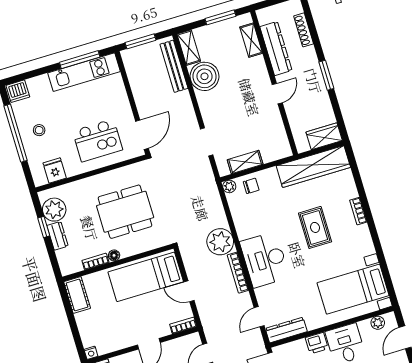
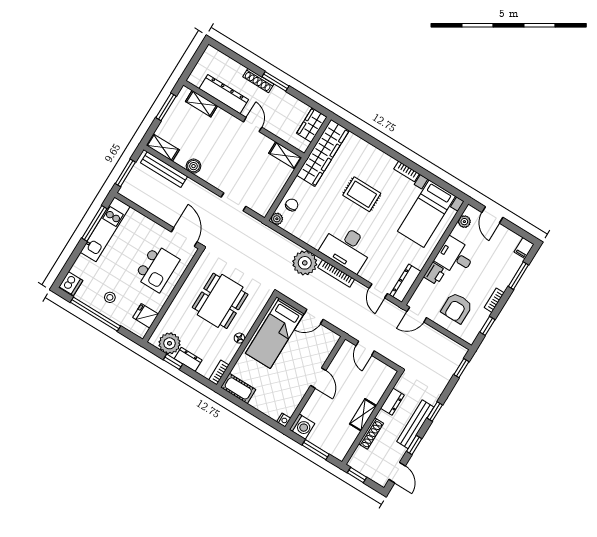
shoe rack: (304, 30) -> (258, 80), moved
boiler: (204, 76) -> (193, 166), width x0.54, depth x0.54
shelving: (245, 162) -> (285, 155), moved, turned 90
bookcase: (358, 211) -> (407, 171), moved
bookcase: (95, 261) -> (219, 372), moved
bookcase: (183, 325) -> (331, 344), removed

